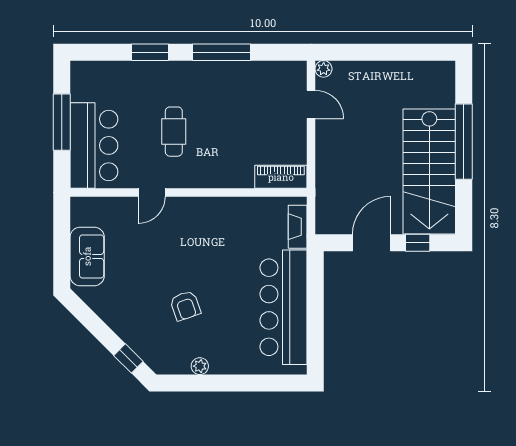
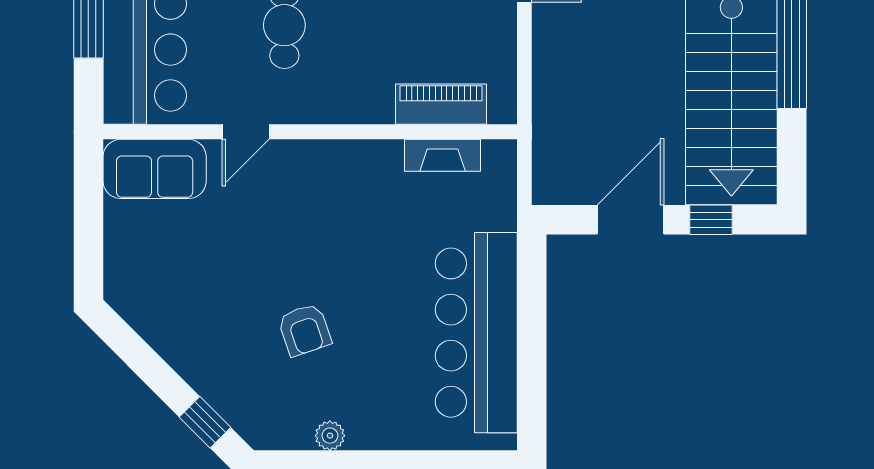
piano: (281, 177) -> (441, 104), moved
fireplace: (298, 227) -> (443, 155), moved, turned -90
sofa: (87, 256) -> (155, 169), moved, turned 90

